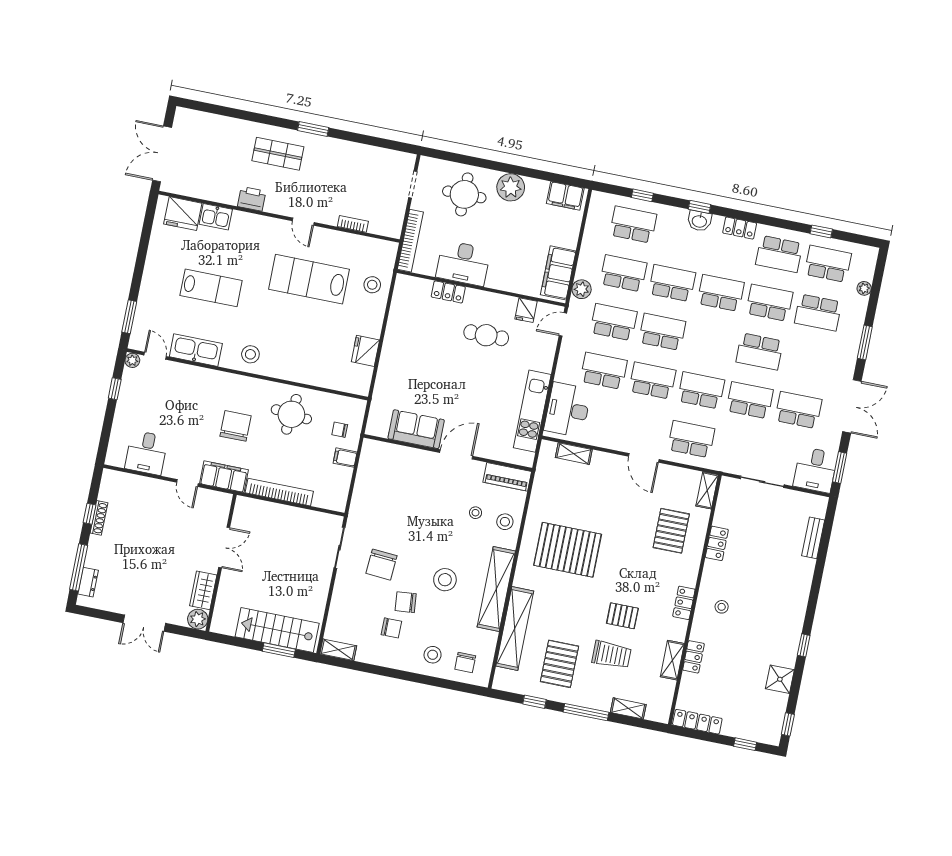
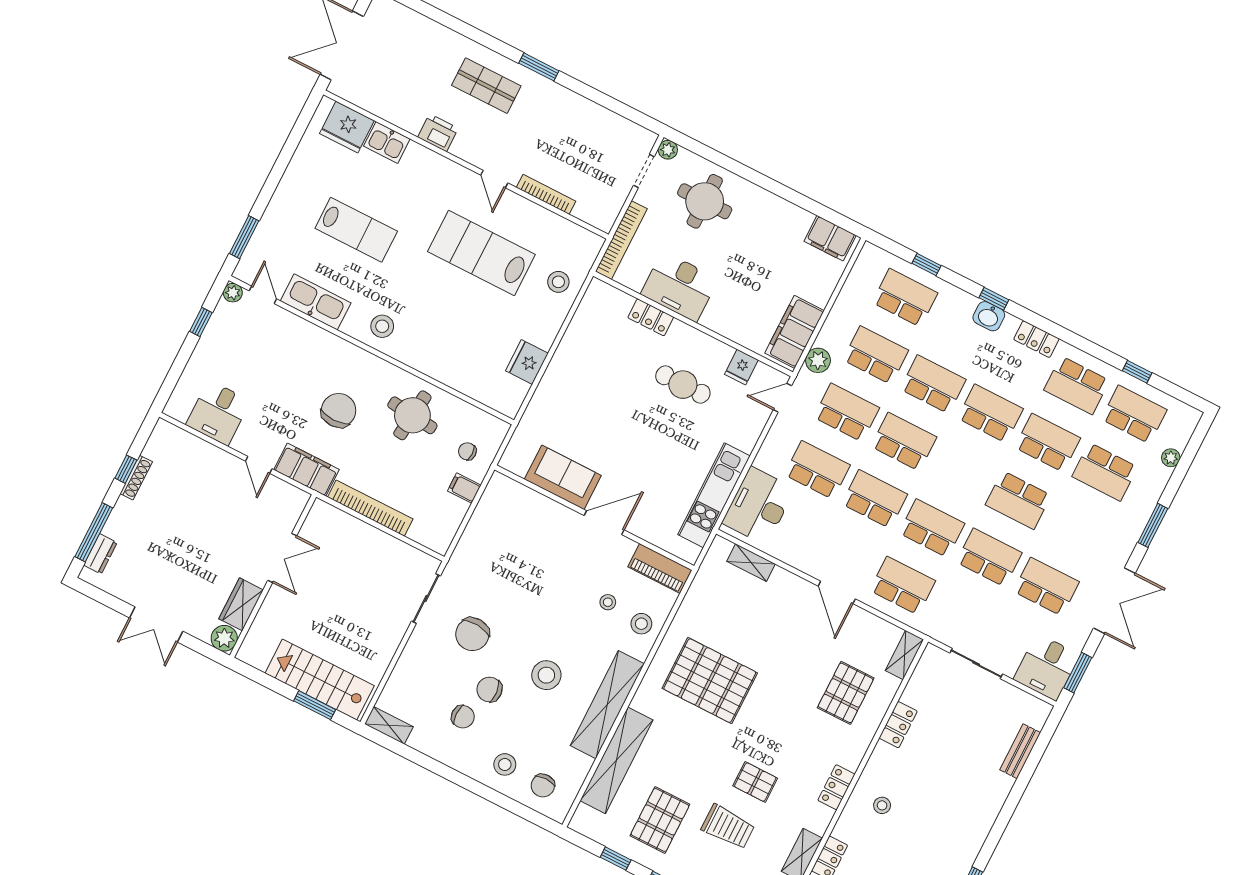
plant: (511, 187) -> (668, 150), moved, width x0.53, depth x0.53
bookcase: (353, 224) -> (546, 194), width x1.56

